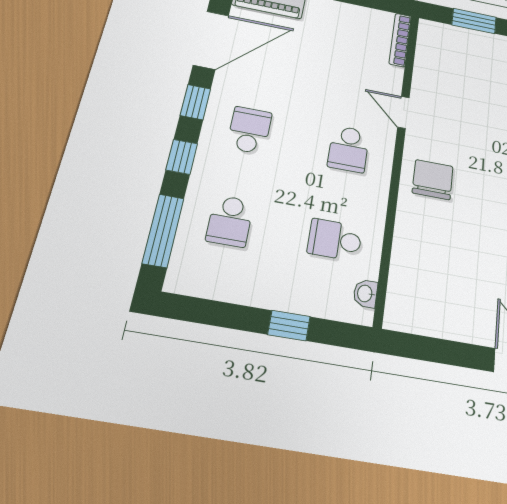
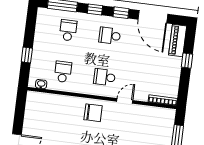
school desk: (249, 130) -> (110, 36), turned 180
school desk: (230, 221) -> (68, 30), turned 90

